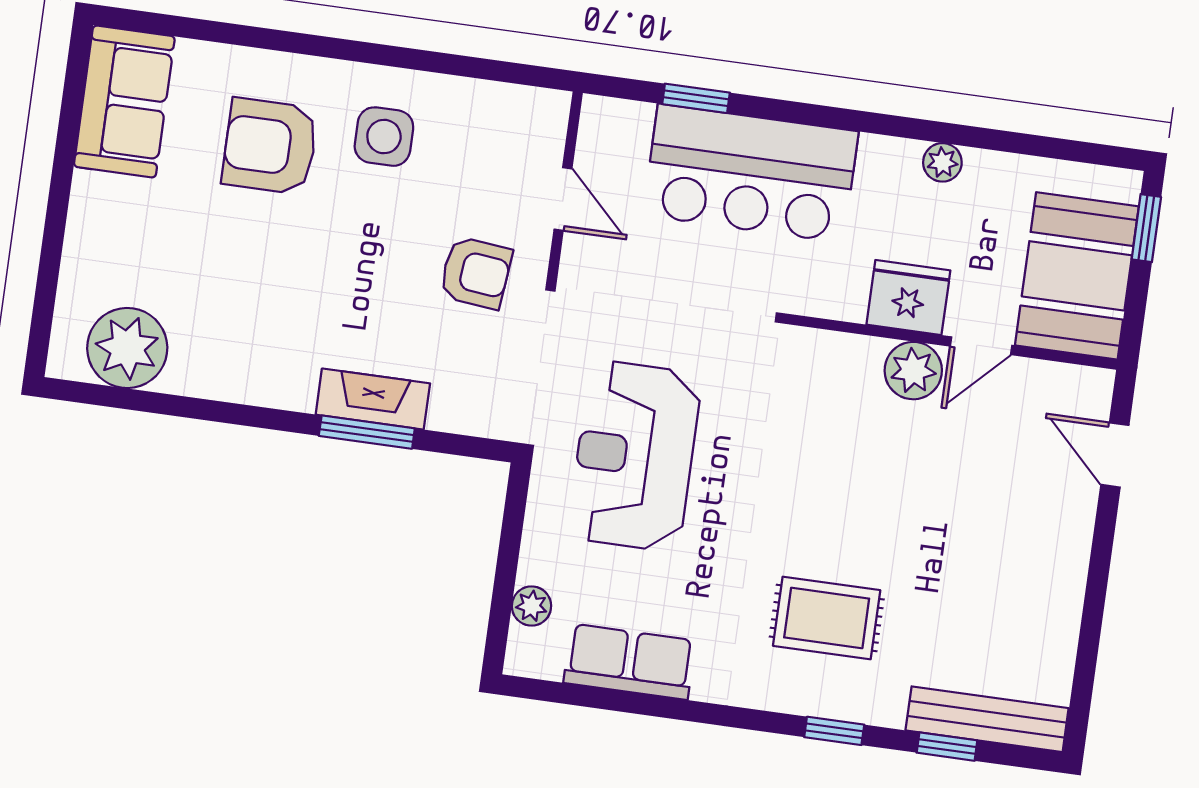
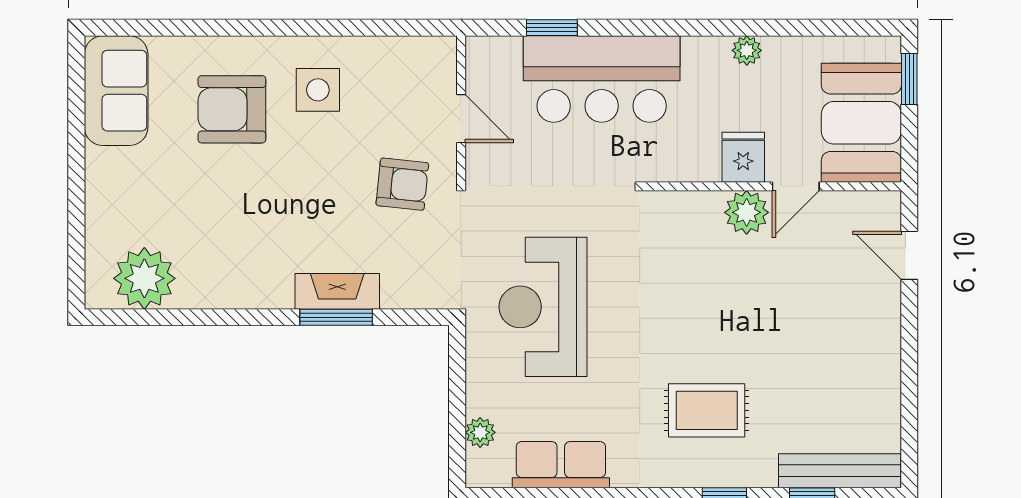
fridge: (908, 298) -> (743, 157), width x0.72

